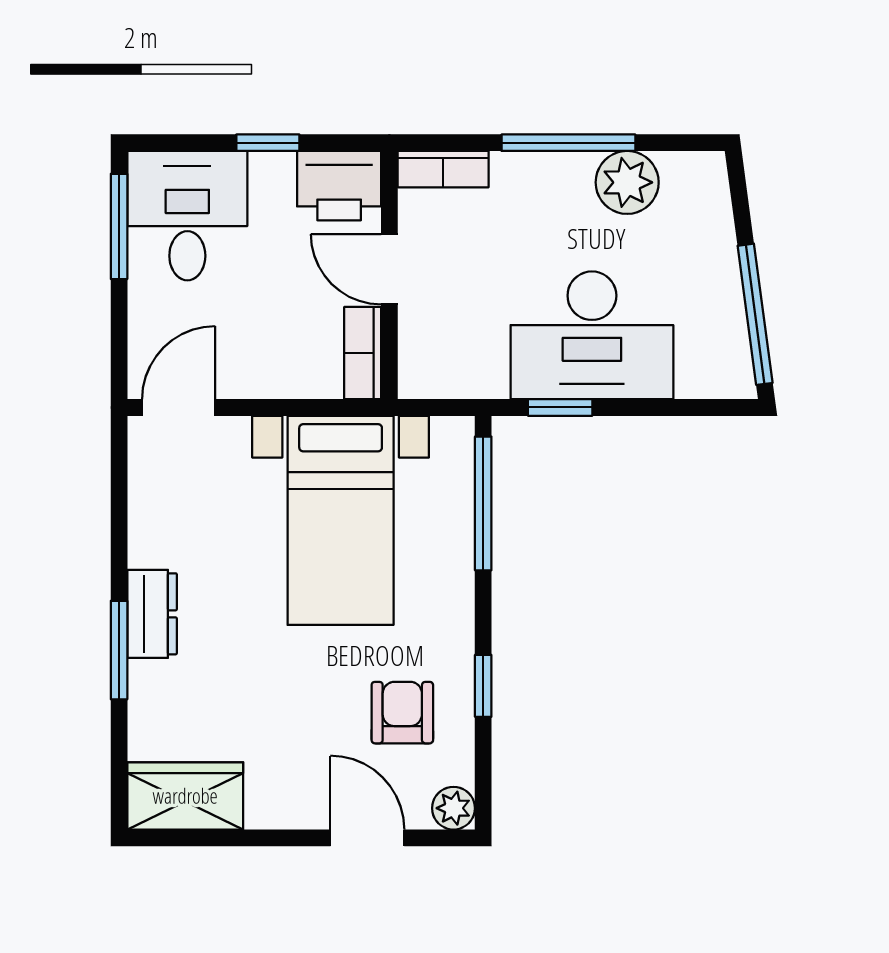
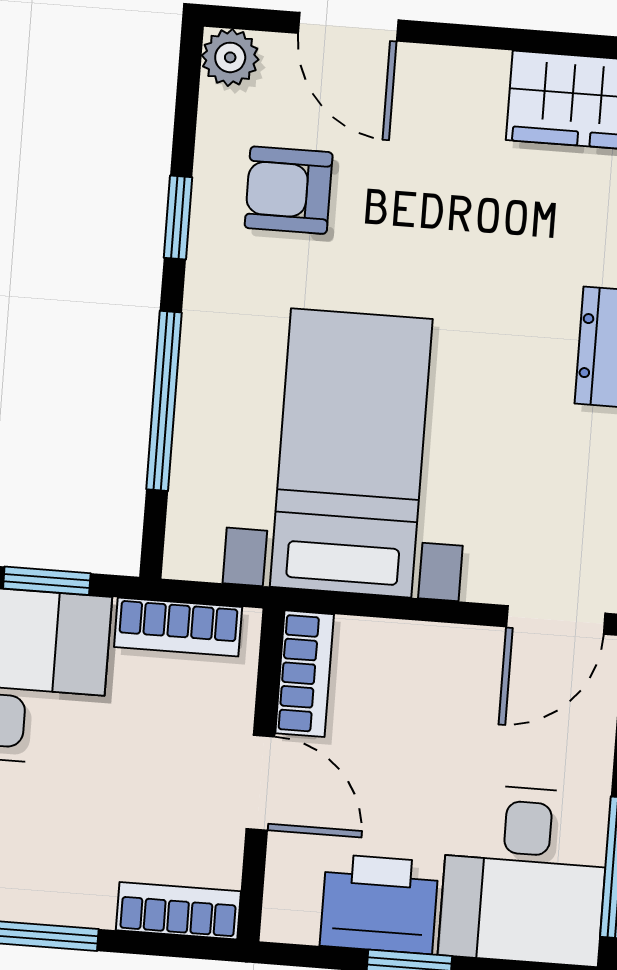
printer: (339, 186) -> (379, 904), moved
bookcase: (460, 381) -> (178, 627), added
window: (483, 503) -> (164, 401), moved
armchair: (402, 713) -> (289, 190), turned 90

